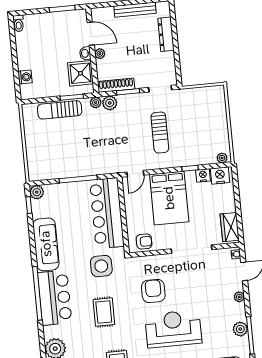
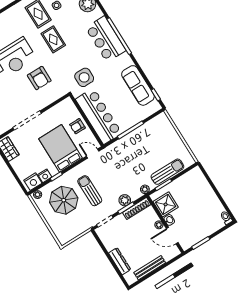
washing machine: (25, 77) -> (203, 183), removed
plant: (110, 103) -> (125, 200), moved
parasol: (195, 137) -> (64, 200), added
door: (135, 174) -> (93, 154), hinge flipped
plant: (37, 192) -> (155, 106), removed
armchair: (144, 242) -> (77, 126), moved
sofa: (46, 244) -> (138, 85), moved
rug: (104, 312) -> (53, 39), moved

